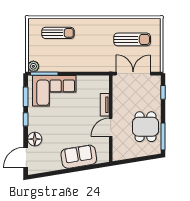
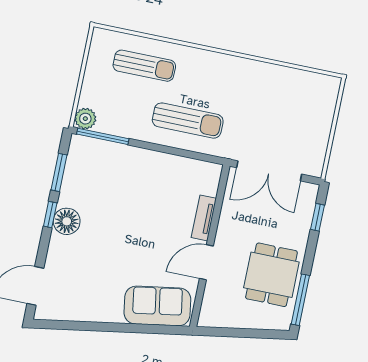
sun lounger: (132, 39) -> (188, 121), moved
double door: (133, 74) -> (269, 171), swing flipped
corner sofa: (54, 91) -> (115, 172), removed
floor lamp: (35, 139) -> (67, 221), moved
sofa: (79, 157) -> (157, 306), moved

